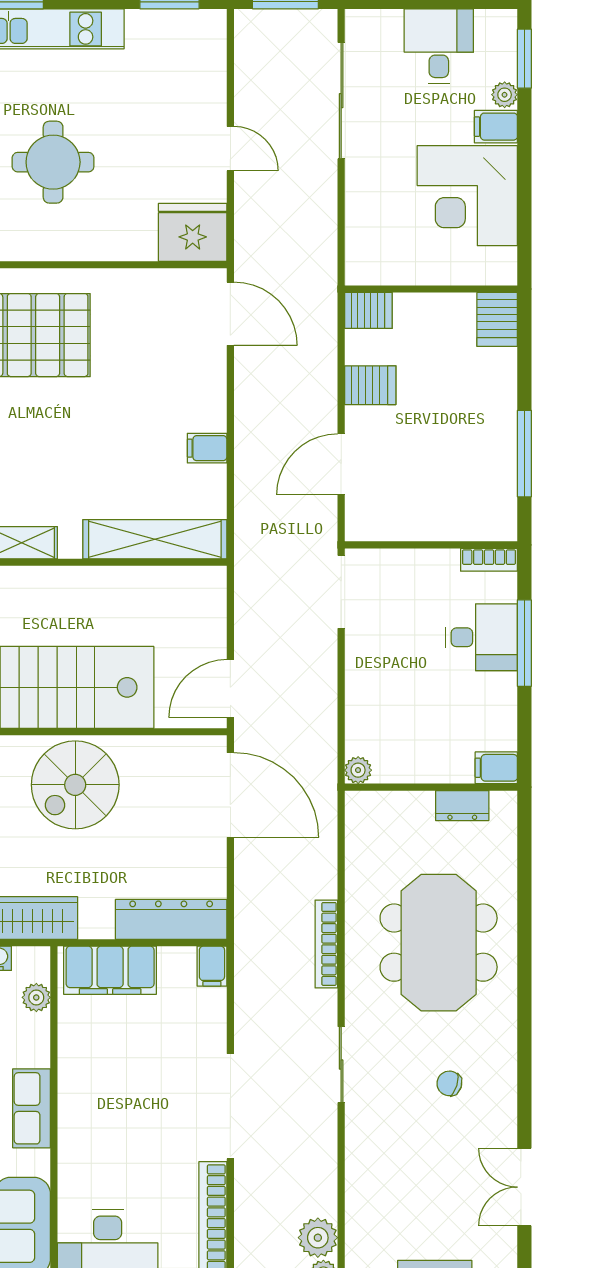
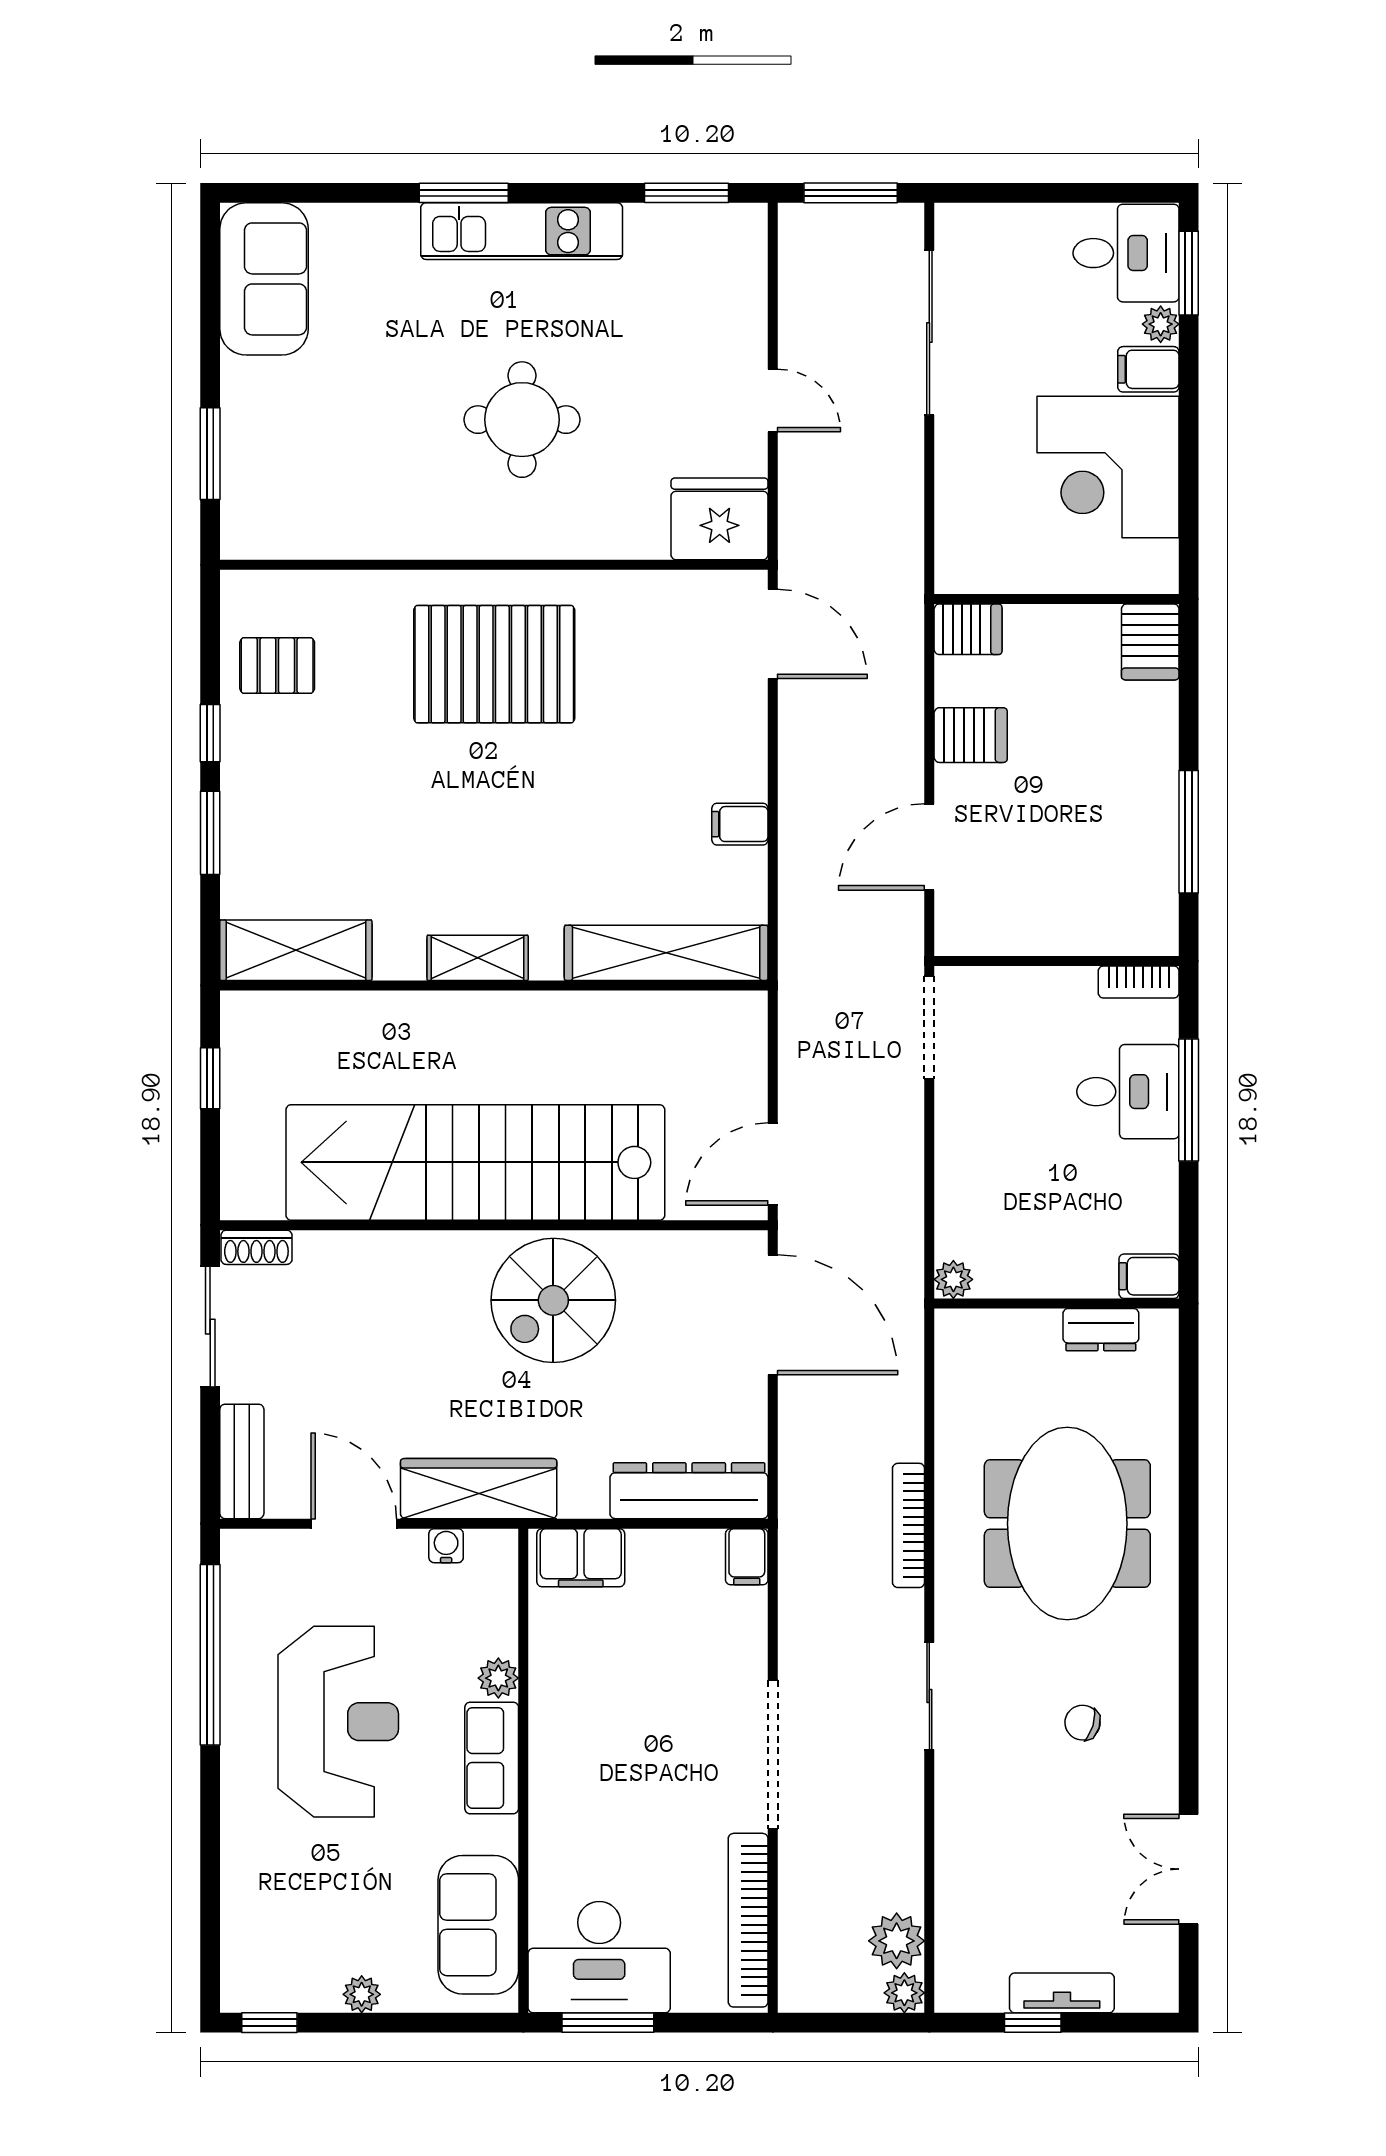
desk: (439, 46) -> (1126, 253), moved, turned 90
filing cabinet: (110, 970) -> (581, 1558), width x0.67, depth x0.86
plant: (36, 997) -> (498, 1678), moved

